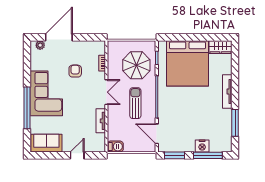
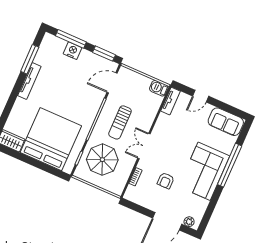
tv unit: (227, 92) -> (29, 81), moved
tv unit: (101, 121) -> (171, 101), moved
door: (157, 134) -> (112, 83), swing flipped

